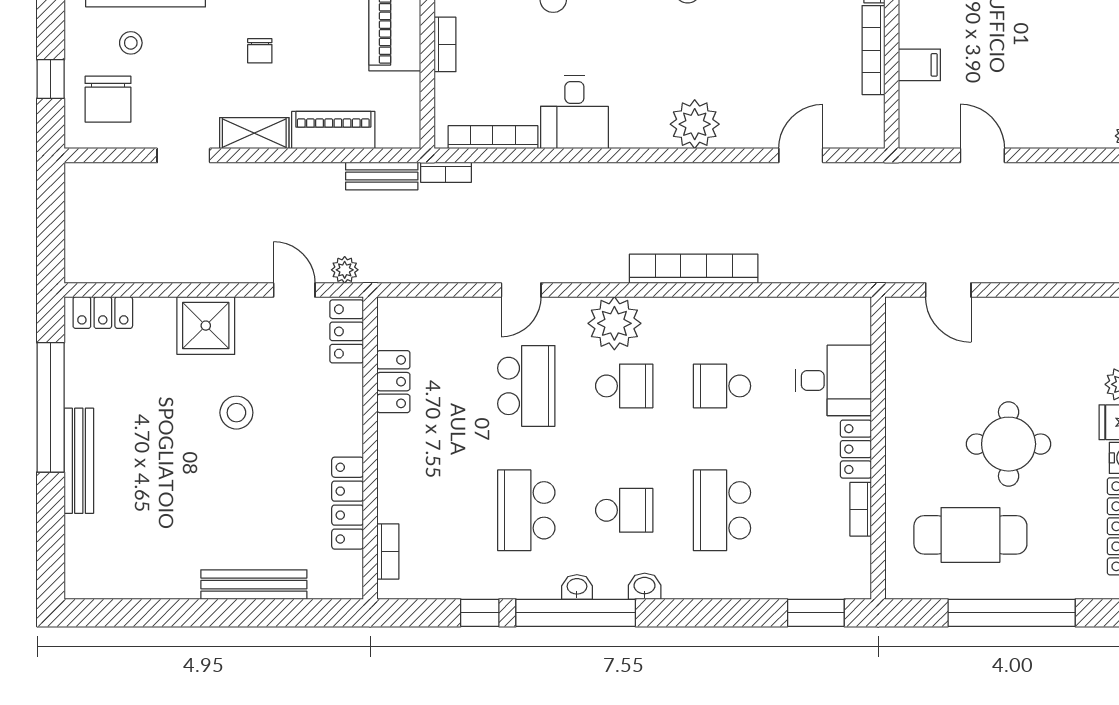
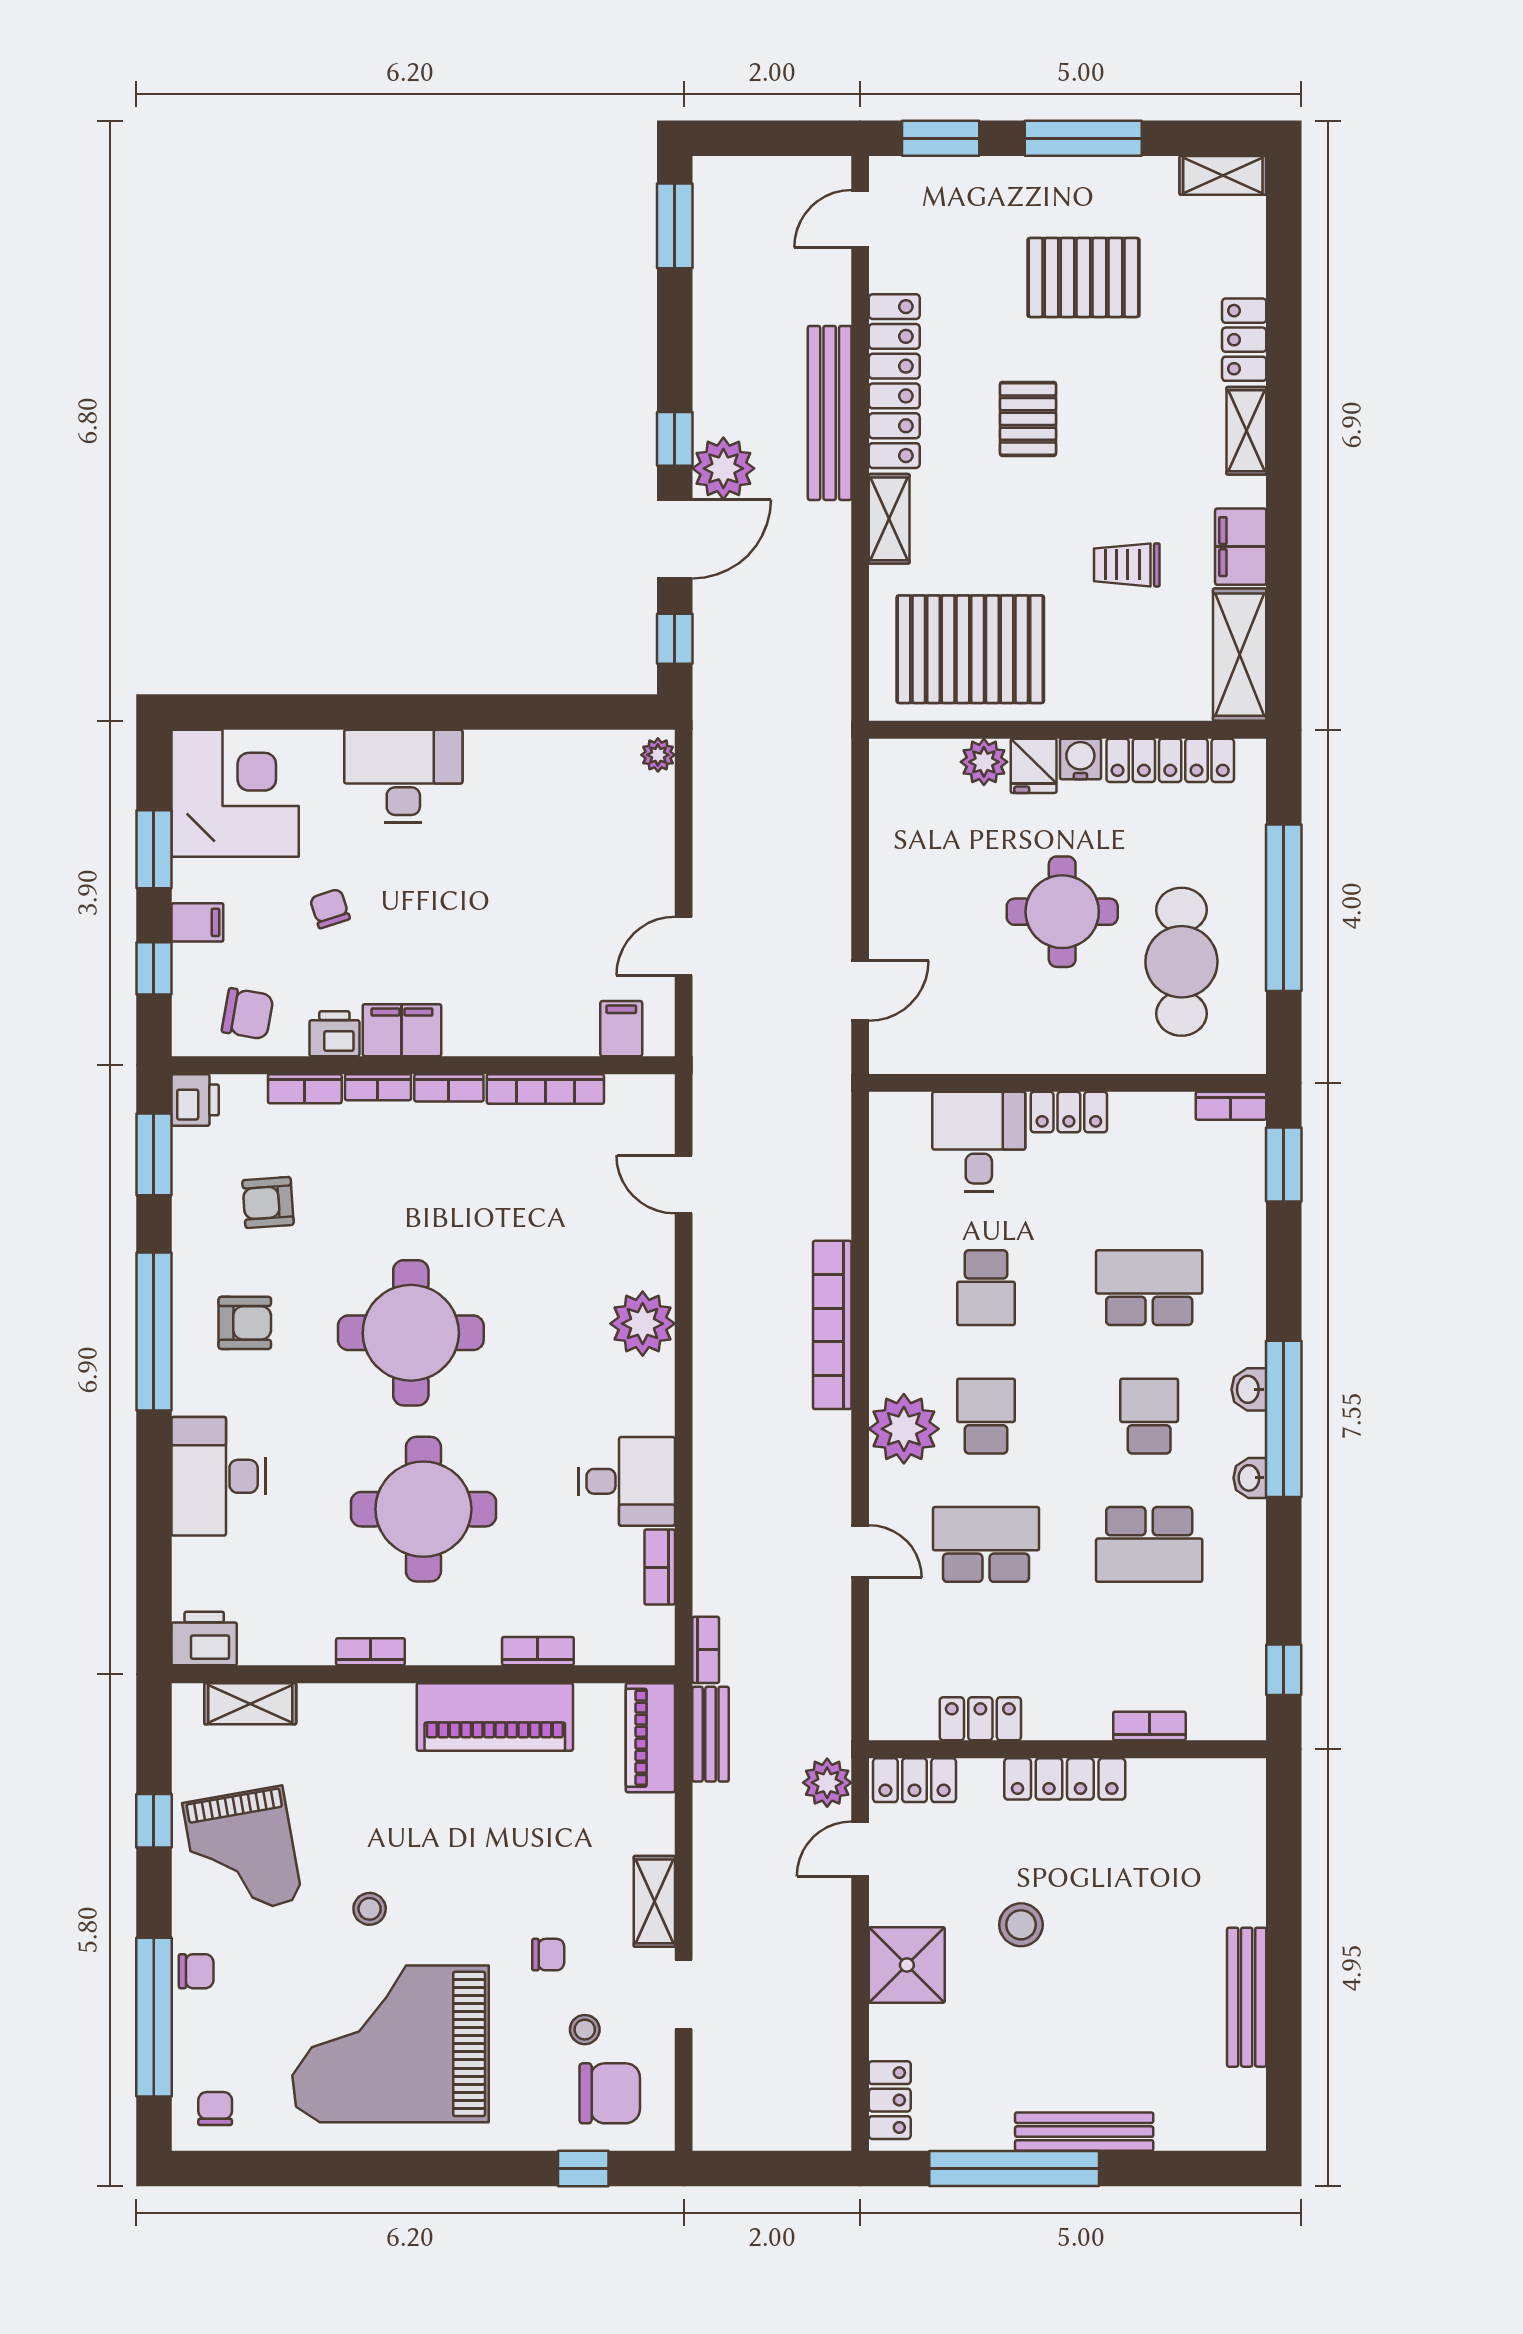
stool: (131, 43) -> (585, 2030), moved
chair: (260, 51) -> (548, 1955), moved
filing cabinet: (919, 65) -> (621, 1029), moved
piano: (333, 130) -> (650, 1738), moved
bookcase: (493, 137) -> (660, 1567), width x0.64
plant: (345, 270) -> (827, 1783), width x1.38, depth x1.38
locker: (348, 503) -> (1065, 1779), moved
bookcase: (861, 509) -> (1231, 1106), moved
school desk: (722, 510) -> (1149, 1288), turned 180
bookcase: (388, 552) -> (1149, 1726), moved
bench: (254, 585) -> (1247, 1997), moved
window: (480, 613) -> (1284, 1670), moved
window: (576, 613) -> (1284, 1419), moved

